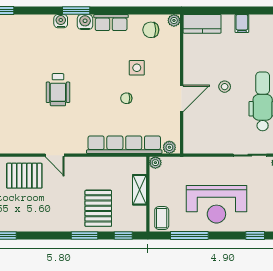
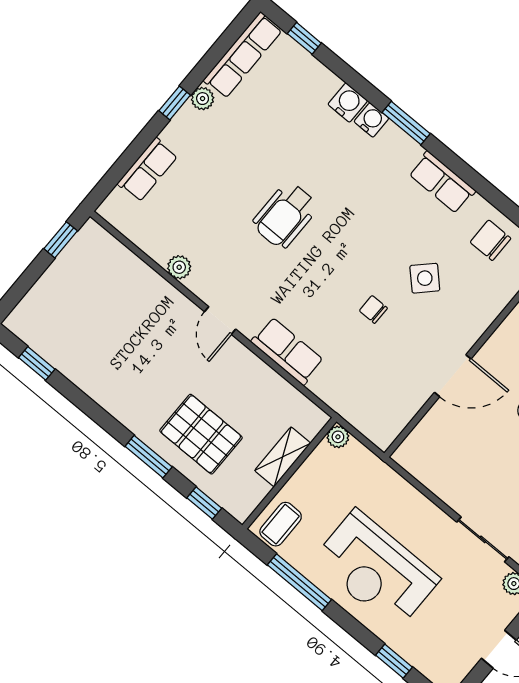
water cooler: (85, 22) -> (348, 102), moved
side table: (137, 68) -> (425, 278), turned 45
row of seats: (124, 145) -> (287, 351), width x0.50
plant: (169, 147) -> (179, 267), moved
door: (55, 155) -> (220, 320), moved
pallet: (24, 176) -> (134, 299), removed
pallet: (98, 208) -> (201, 434), turned 90

